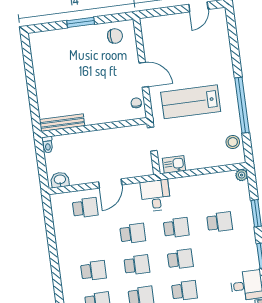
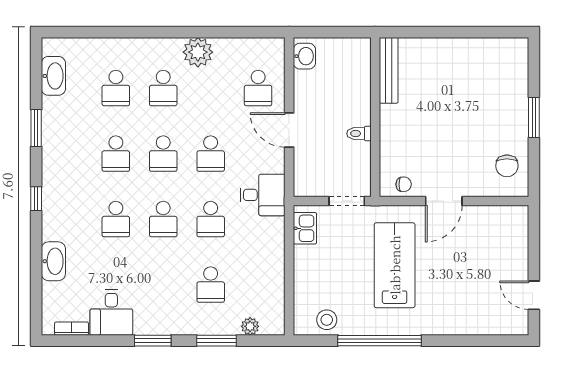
toilet: (48, 145) -> (359, 134), moved
plant: (242, 175) -> (250, 326), moved
plant: (67, 251) -> (198, 52), added

